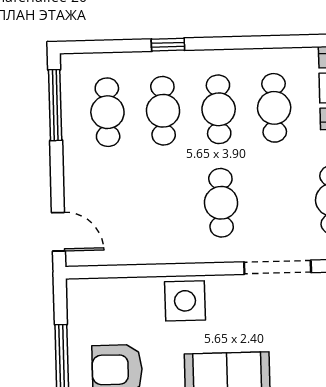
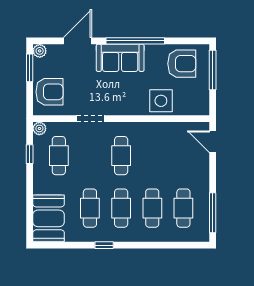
window: (168, 45) -> (104, 245), moved
doorway: (277, 267) -> (90, 119), width x0.73
side table: (185, 301) -> (161, 101), moved

